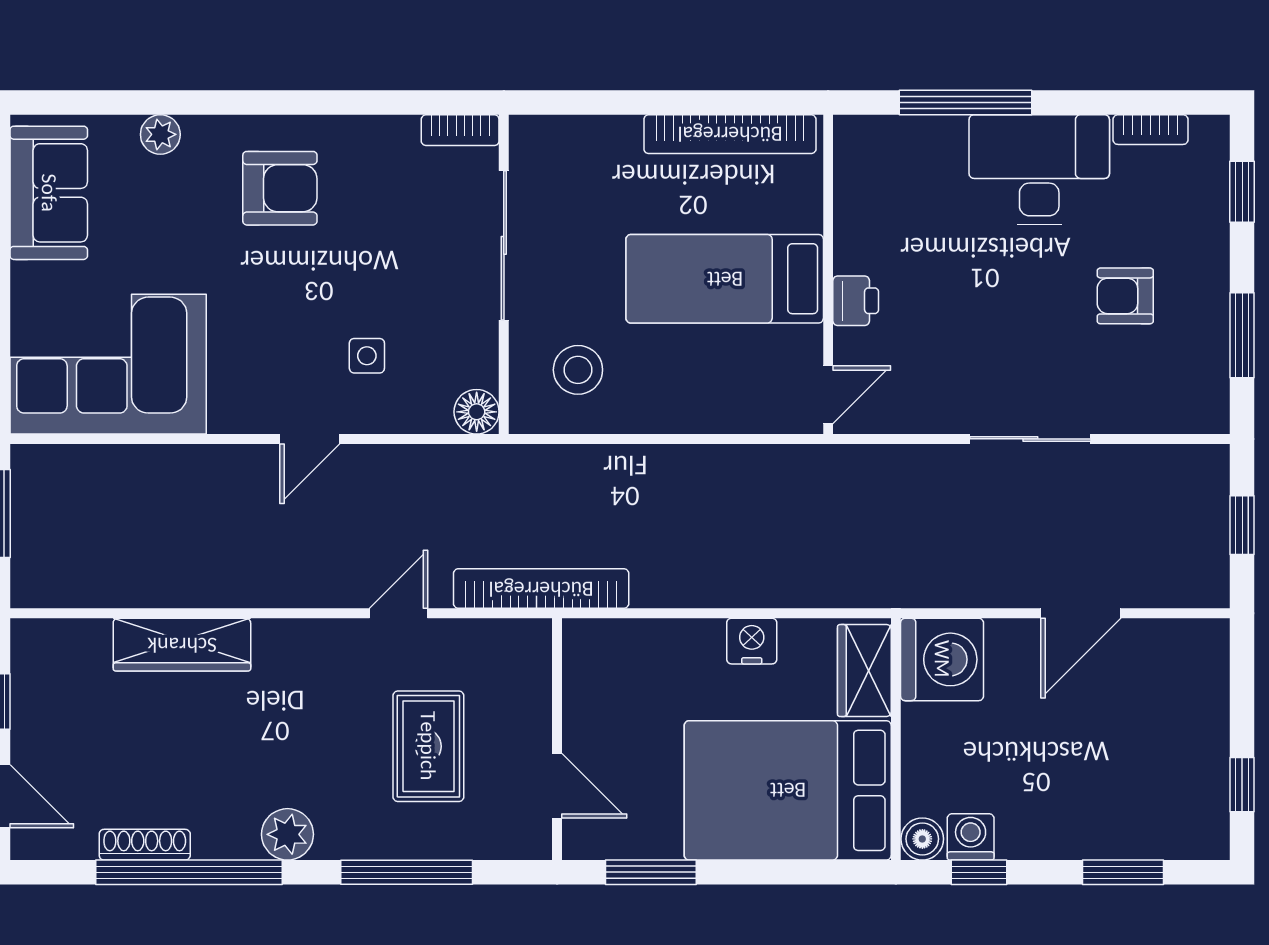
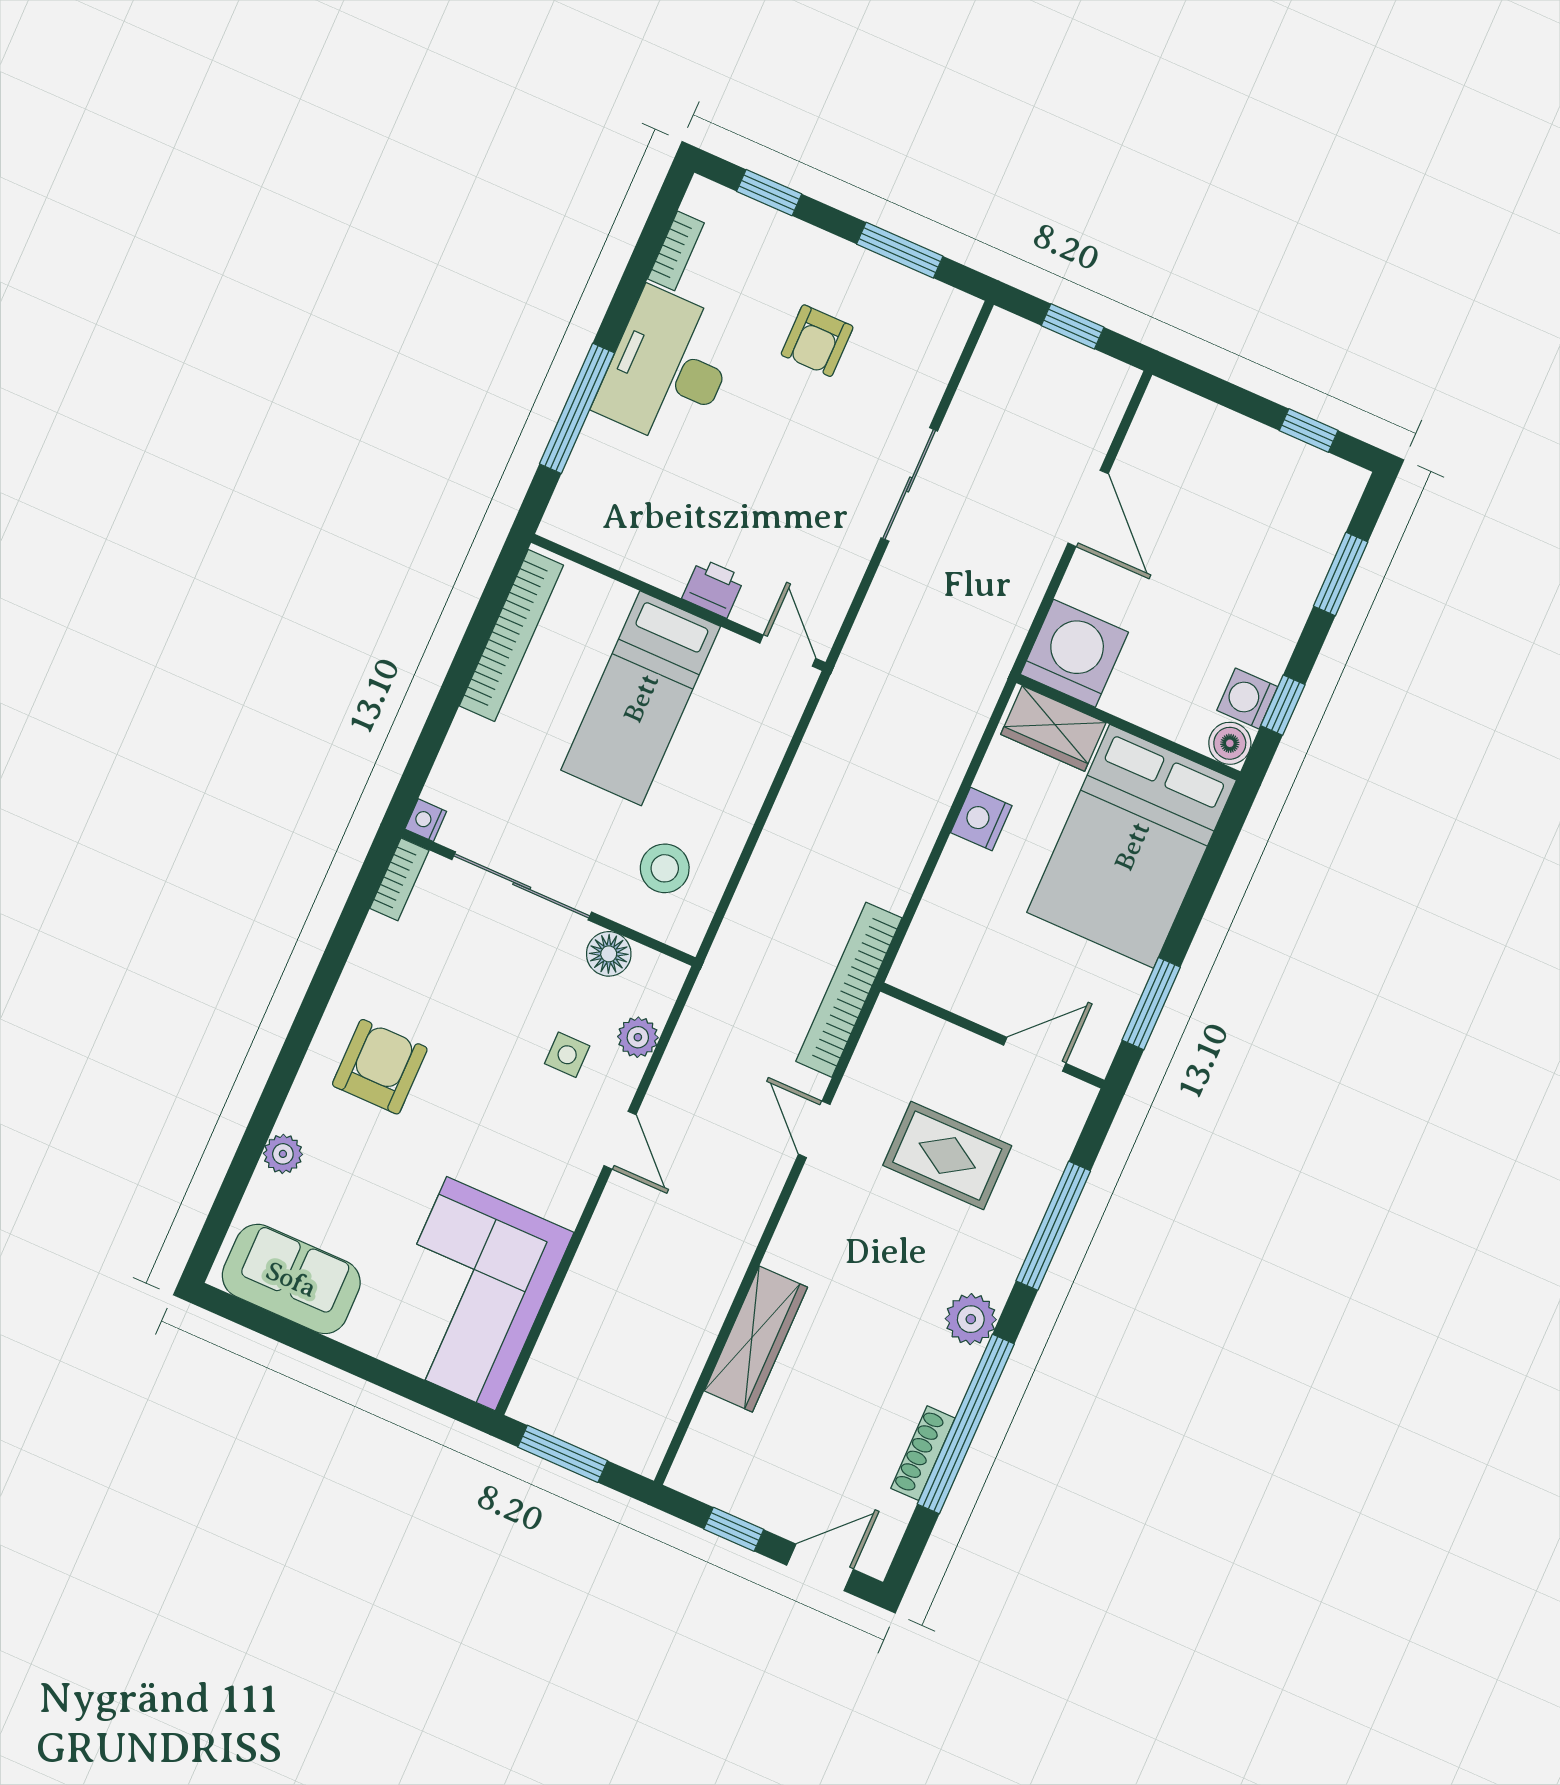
nightstand: (525, 130) -> (426, 820), added
floor lamp: (477, 412) -> (609, 954), moved
plant: (412, 414) -> (638, 1037), added

